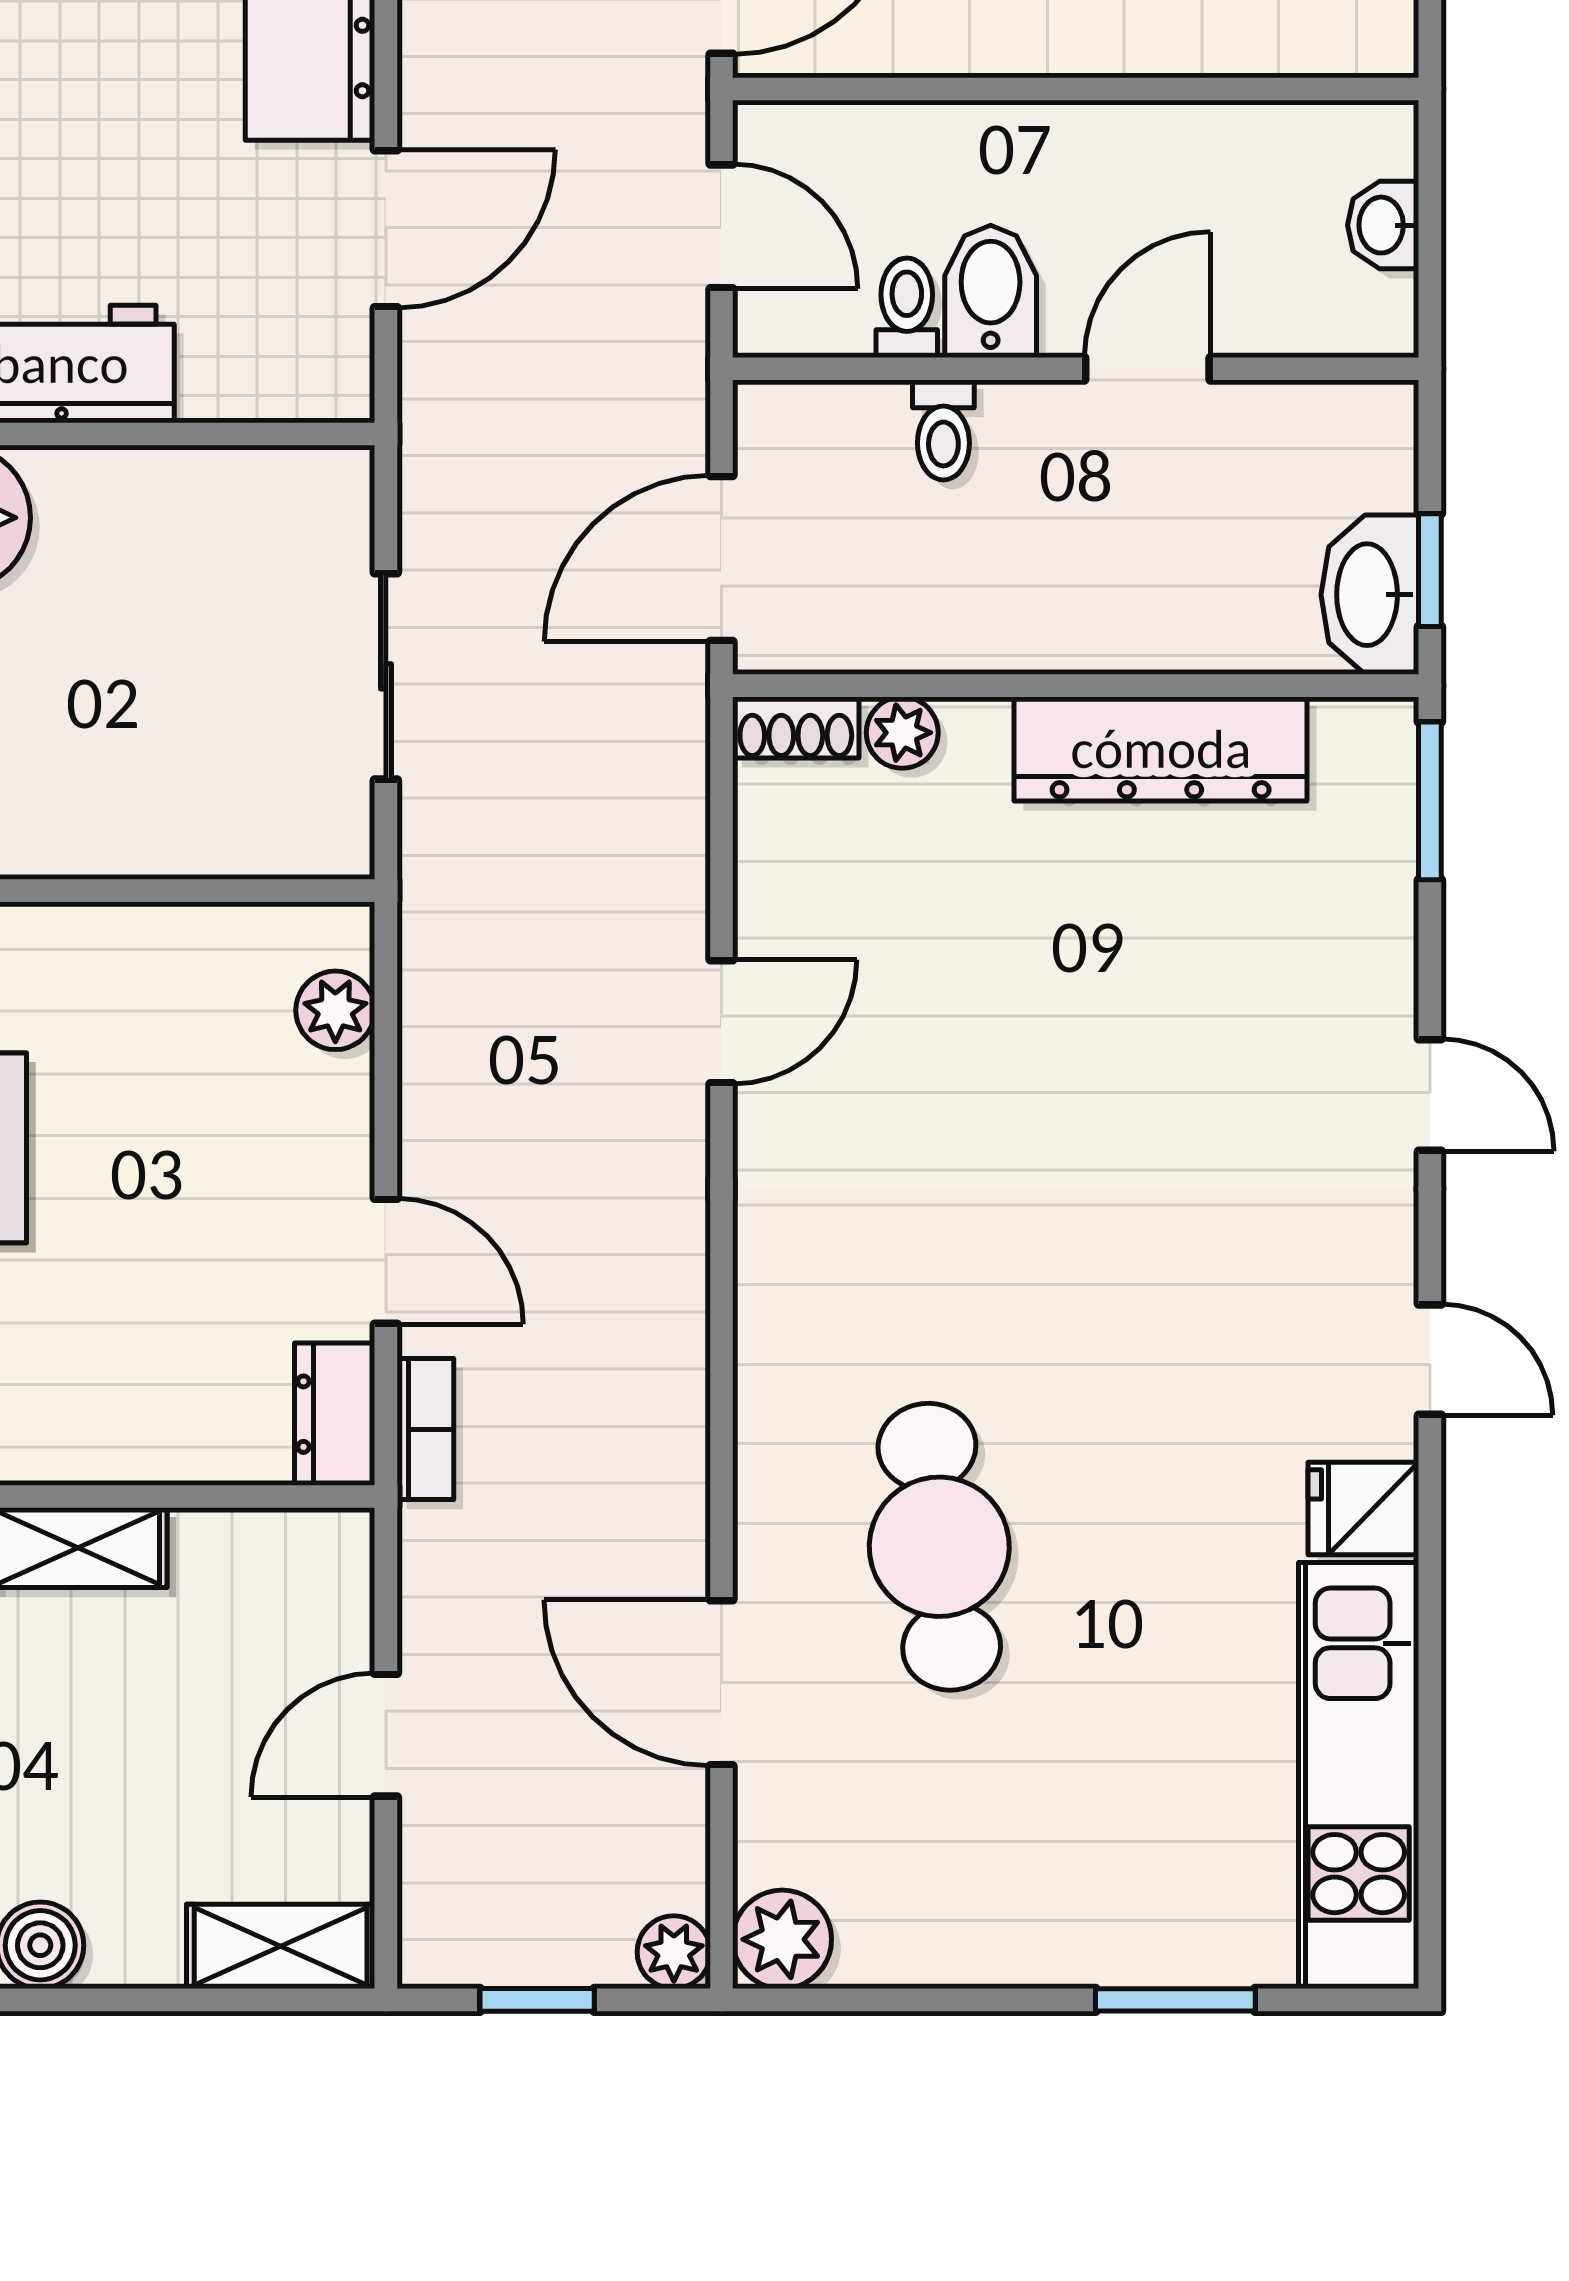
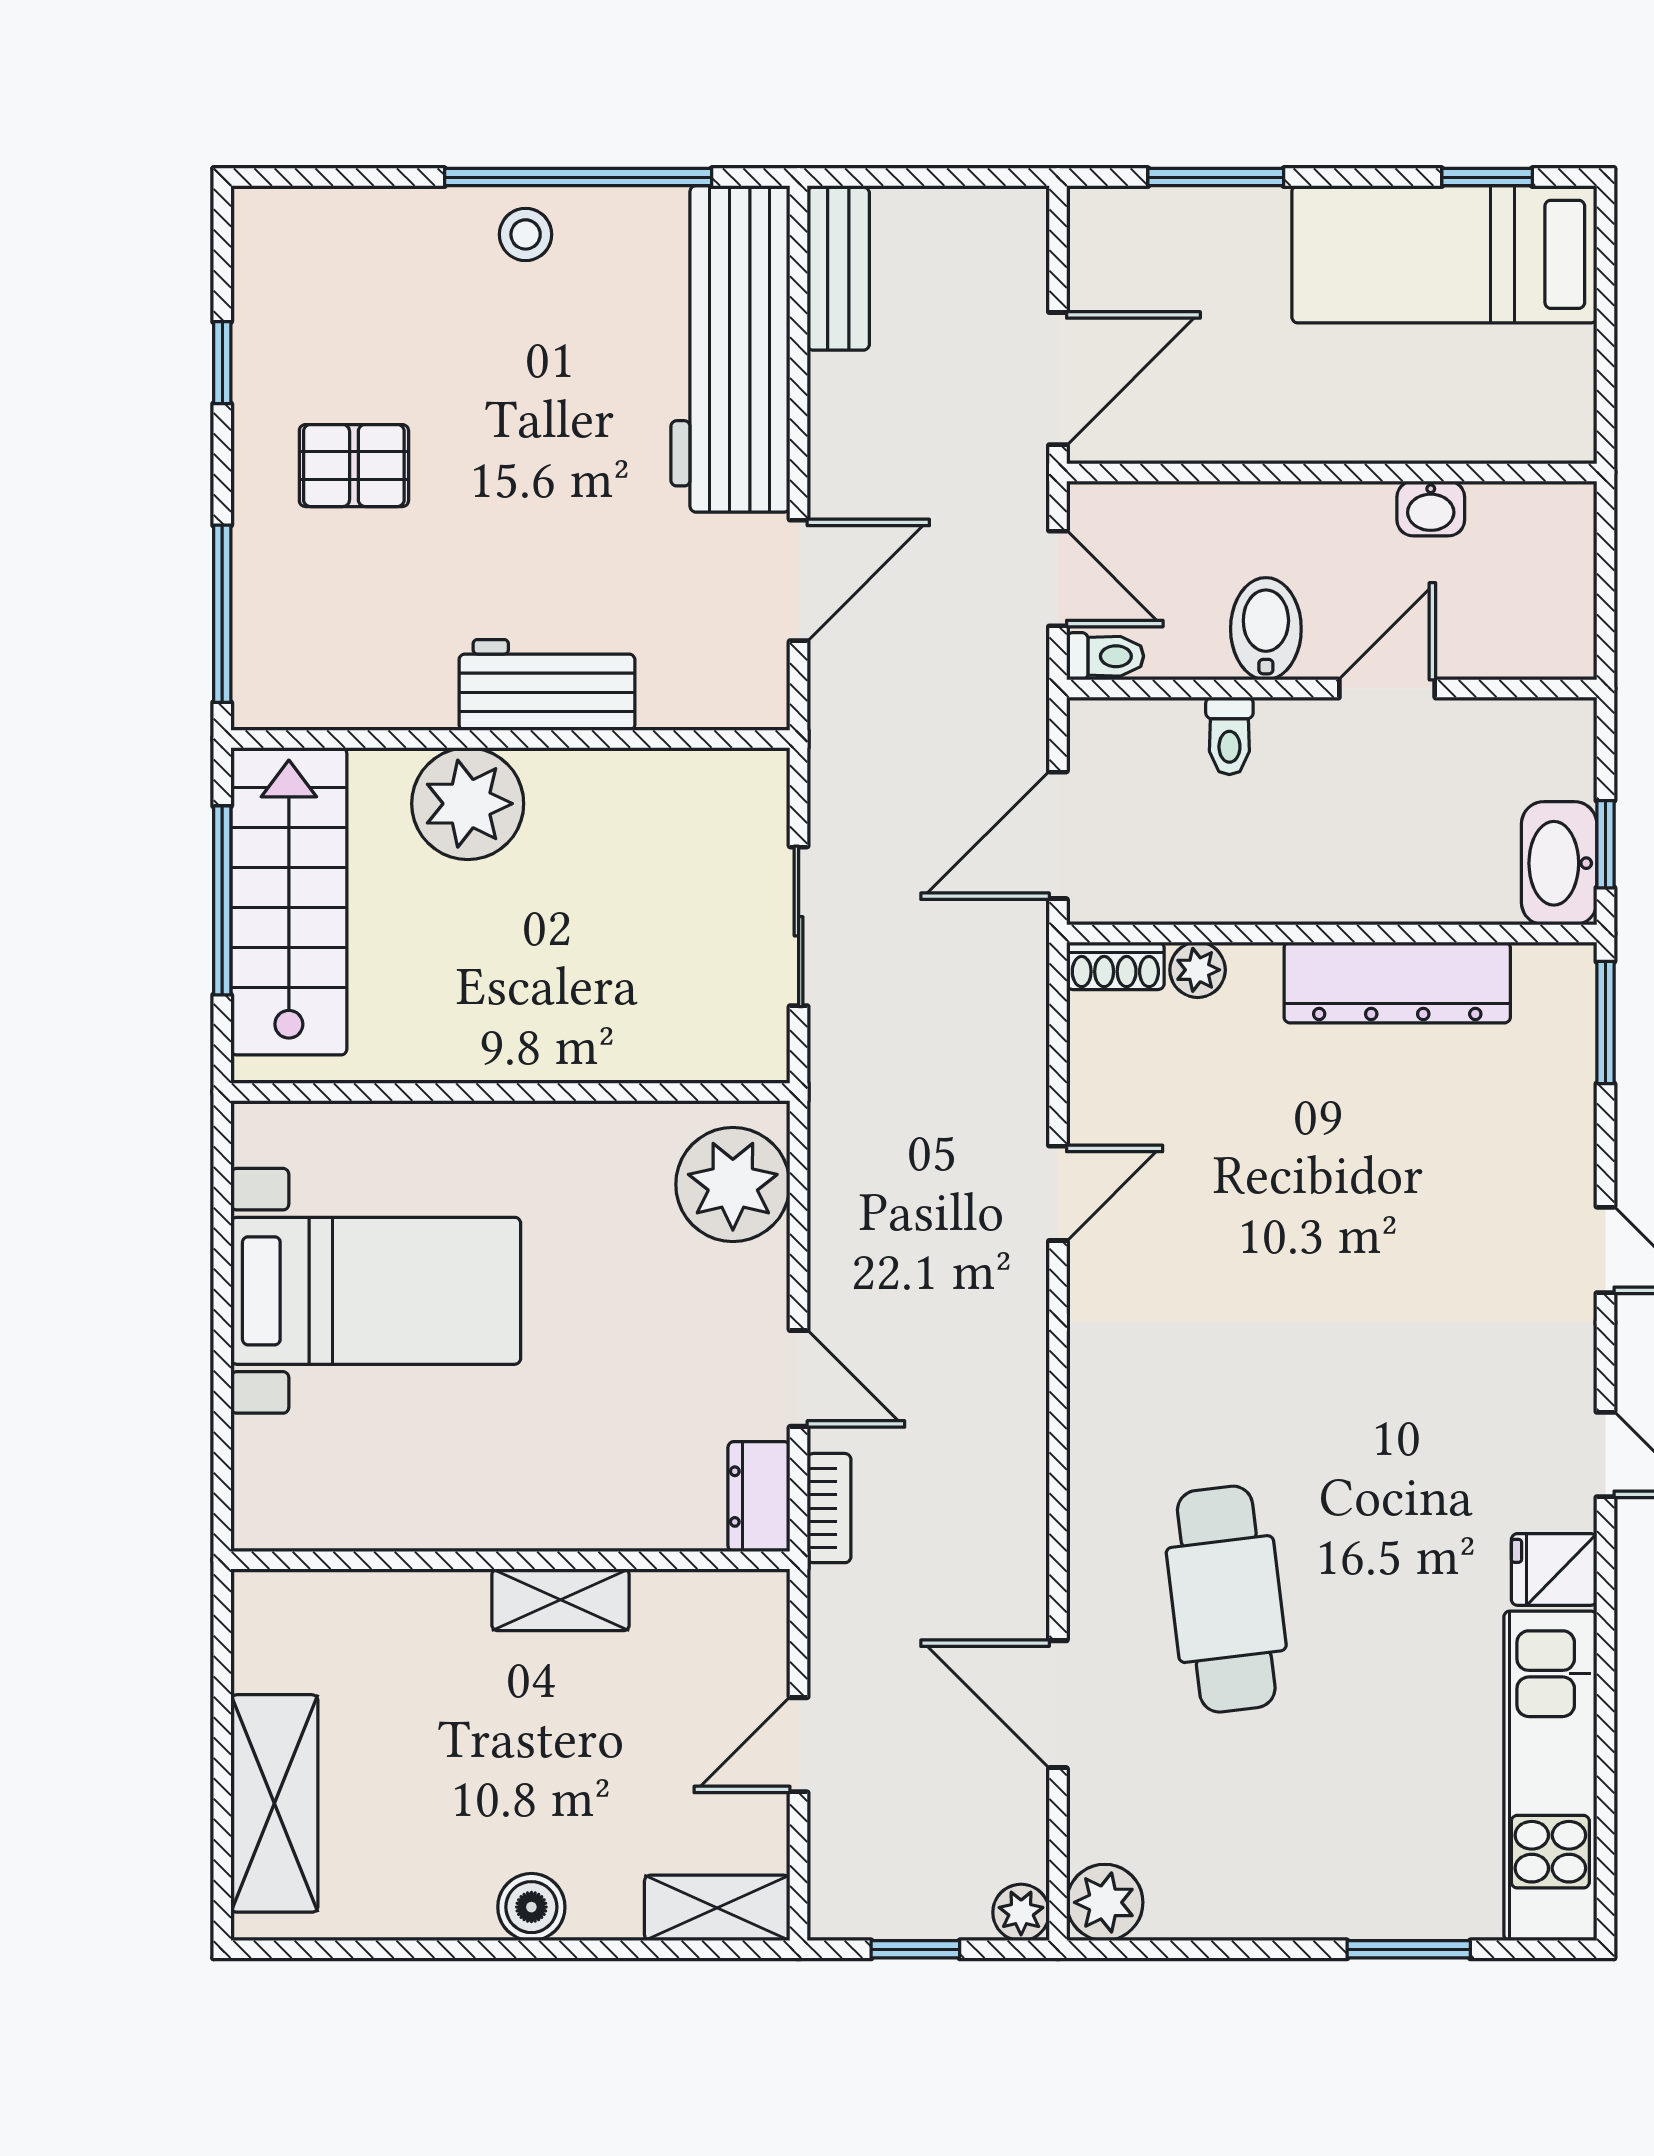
washbasin: (1383, 225) -> (1431, 508), moved, turned -90
toilet: (907, 308) -> (1105, 656), moved, turned 90
plant: (335, 1010) -> (733, 1184), width x1.87, depth x1.87

